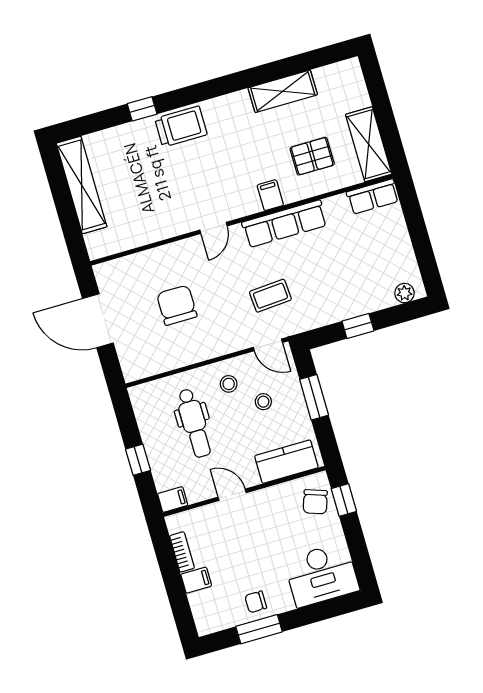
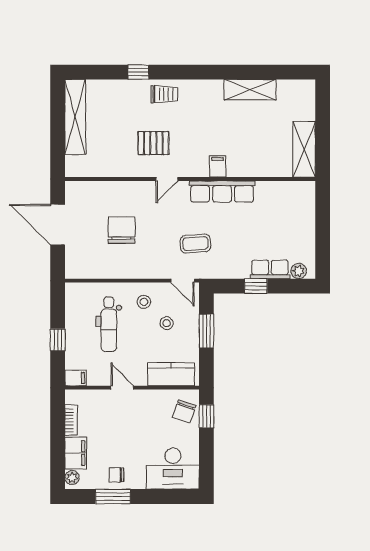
trolley: (181, 127) -> (164, 94), width x0.73, depth x0.72
pallet: (312, 156) -> (153, 143), moved
row of seats: (373, 197) -> (270, 269), moved, turned 180
filing cabinet: (196, 580) -> (76, 453), width x2.00
plant: (203, 621) -> (72, 478), added

